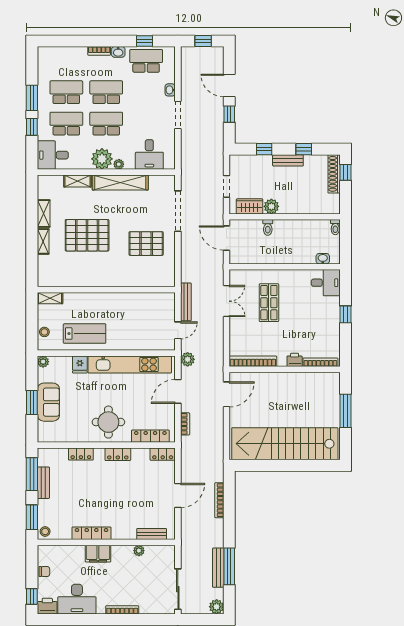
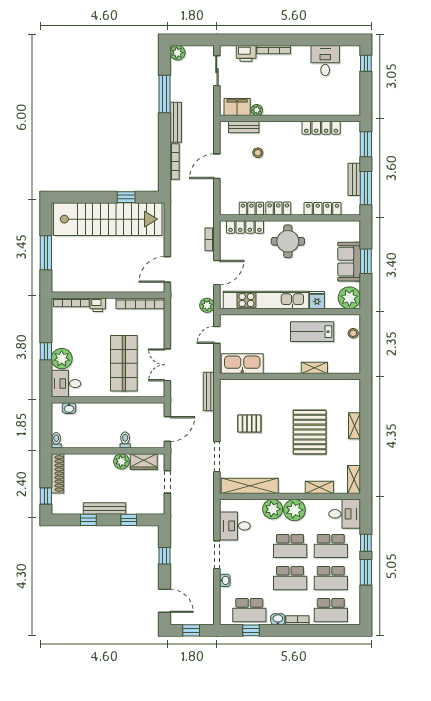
school desk: (66, 61) -> (331, 610), added
door: (229, 86) -> (165, 601), moved
desk: (149, 154) -> (235, 526), moved, turned -90
bench: (288, 160) -> (104, 508), width x1.36
plant: (119, 164) -> (273, 509), width x1.87, depth x1.87
shoe rack: (334, 174) -> (57, 473), moved
shelving: (120, 182) -> (250, 486), moved
doorway: (178, 211) -> (217, 457), width x0.73
shelving: (44, 214) -> (354, 480), moved
pallet: (87, 235) -> (310, 432), turned 90
door: (226, 238) -> (167, 429), hinge flipped
pallet: (146, 244) -> (249, 424), width x0.67, depth x0.71
shelving: (50, 298) -> (314, 368), moved
kitchen sink: (153, 302) -> (242, 364), added
bench: (186, 302) -> (209, 392), moved
shop shelf: (269, 303) -> (124, 363), width x1.43, depth x1.36
plant: (330, 307) -> (62, 359), added
plant: (43, 362) -> (349, 298), width x1.88, depth x1.88
locker: (81, 454) -> (323, 209), width x1.53
locker: (163, 454) -> (251, 209), moved
window: (267, 465) -> (126, 197), added
stool: (45, 531) -> (258, 153), moved
locker: (92, 533) -> (321, 128), moved
filing cabinet: (98, 554) -> (237, 107), moved
bench: (218, 568) -> (176, 122), moved
chair: (44, 571) -> (353, 89), removed
sliding door: (178, 589) -> (217, 71), width x0.73
desk: (77, 599) -> (325, 61), width x0.73
printer: (47, 606) -> (246, 53), moved

